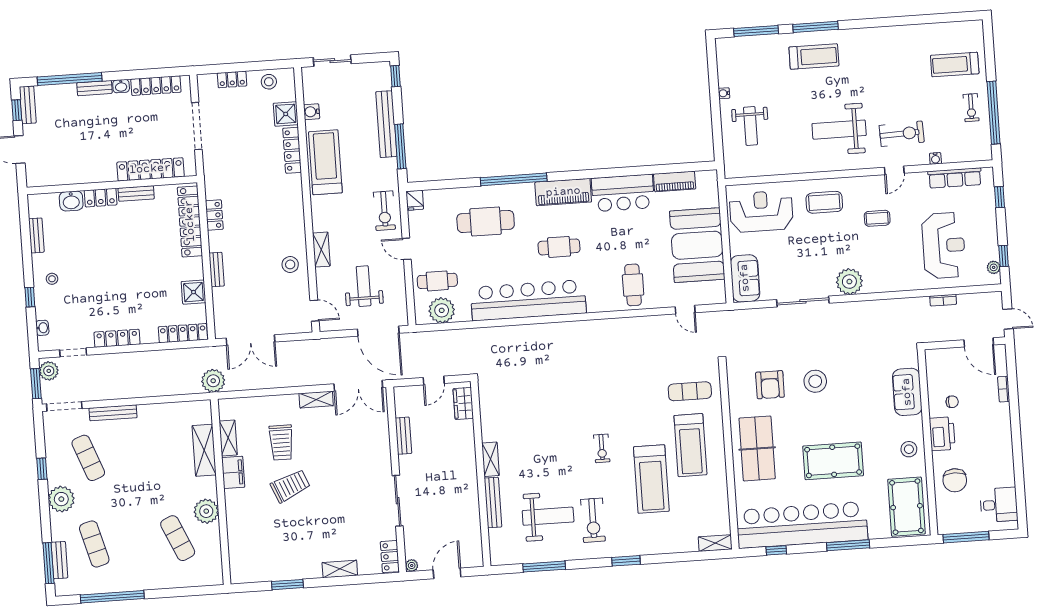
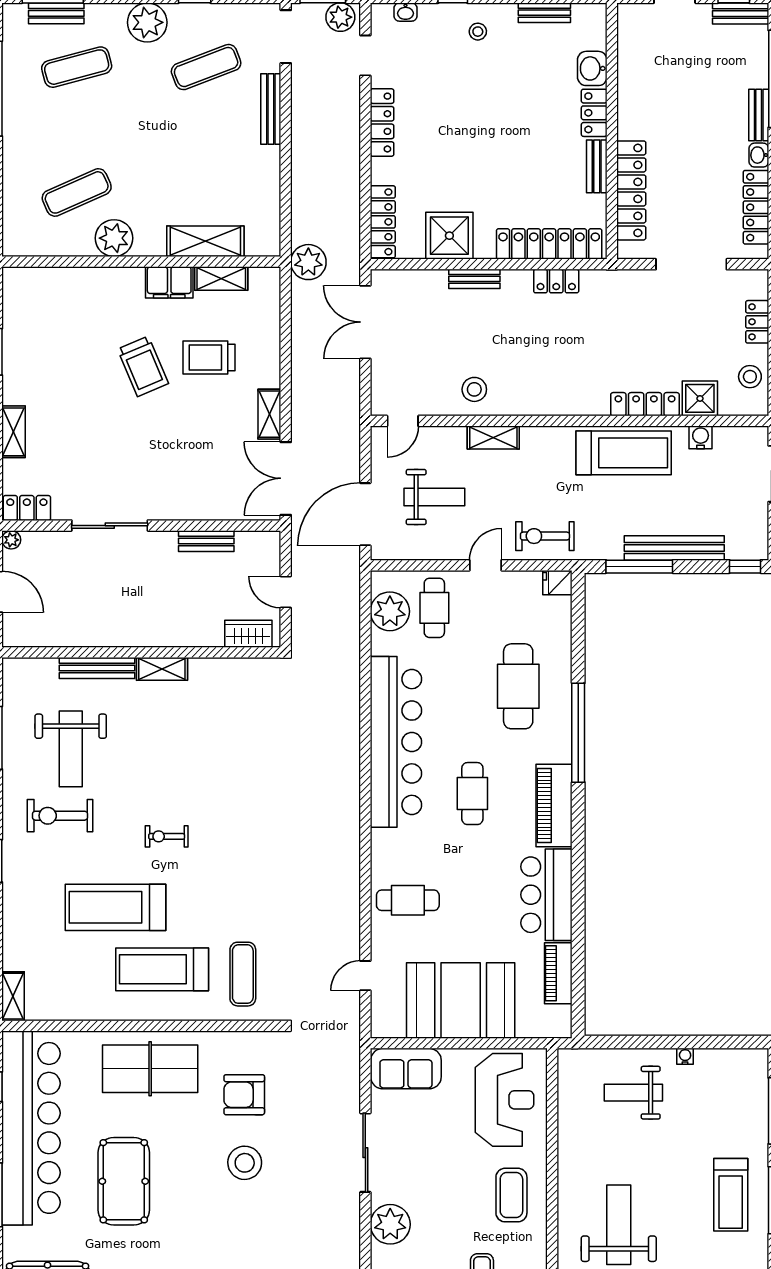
shower: (193, 292) -> (449, 236), width x1.36, depth x1.36

